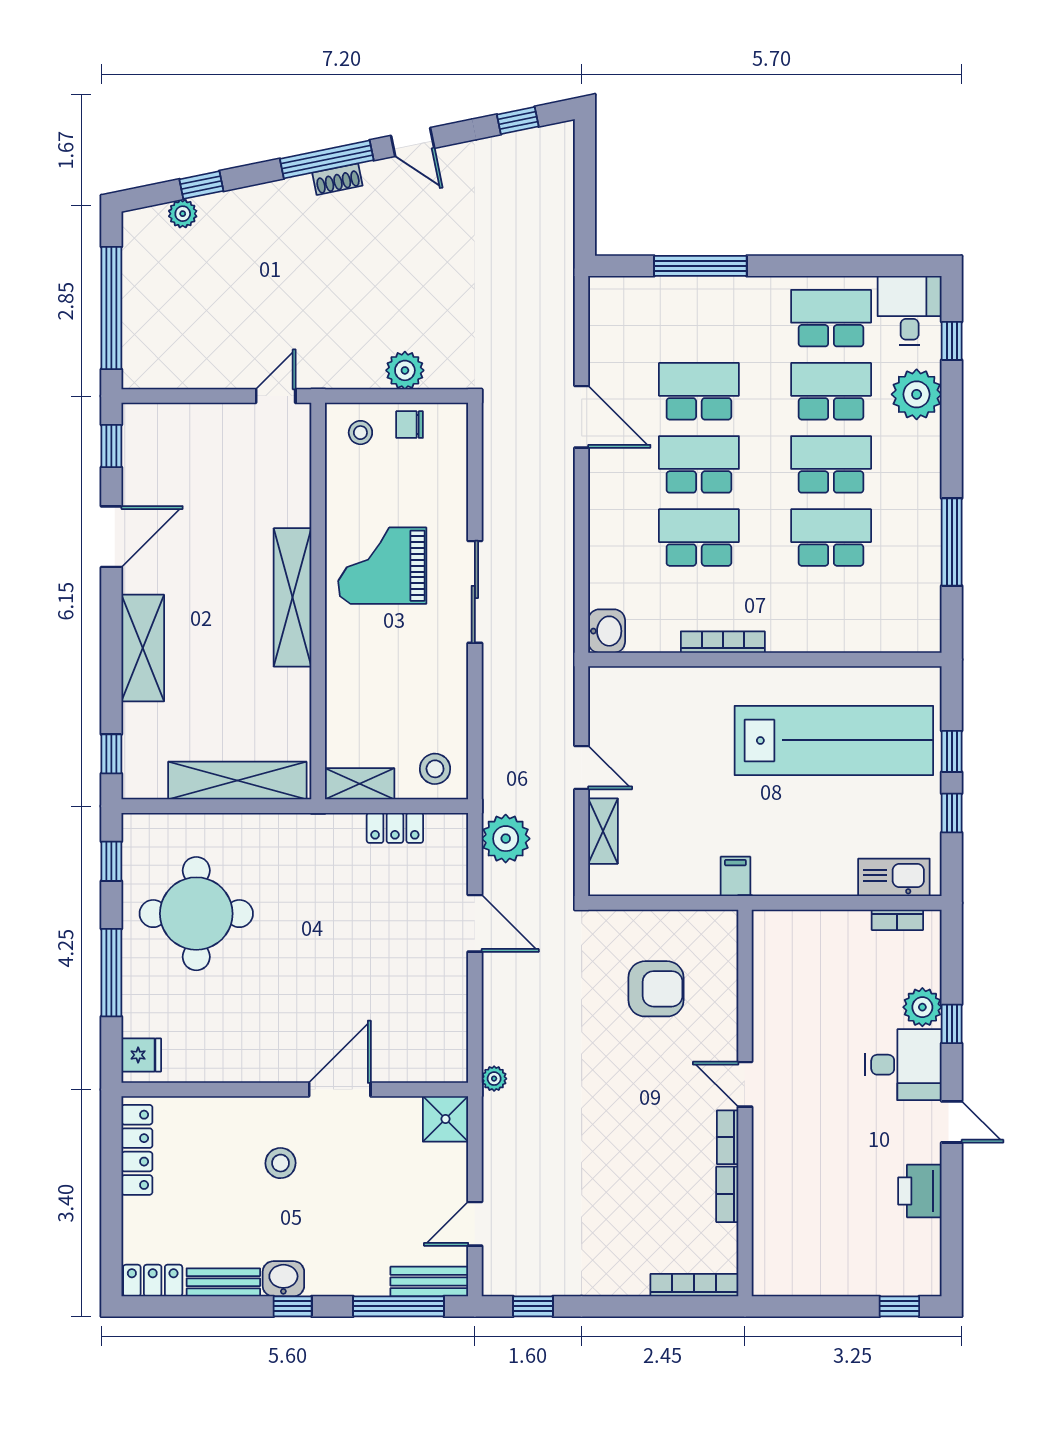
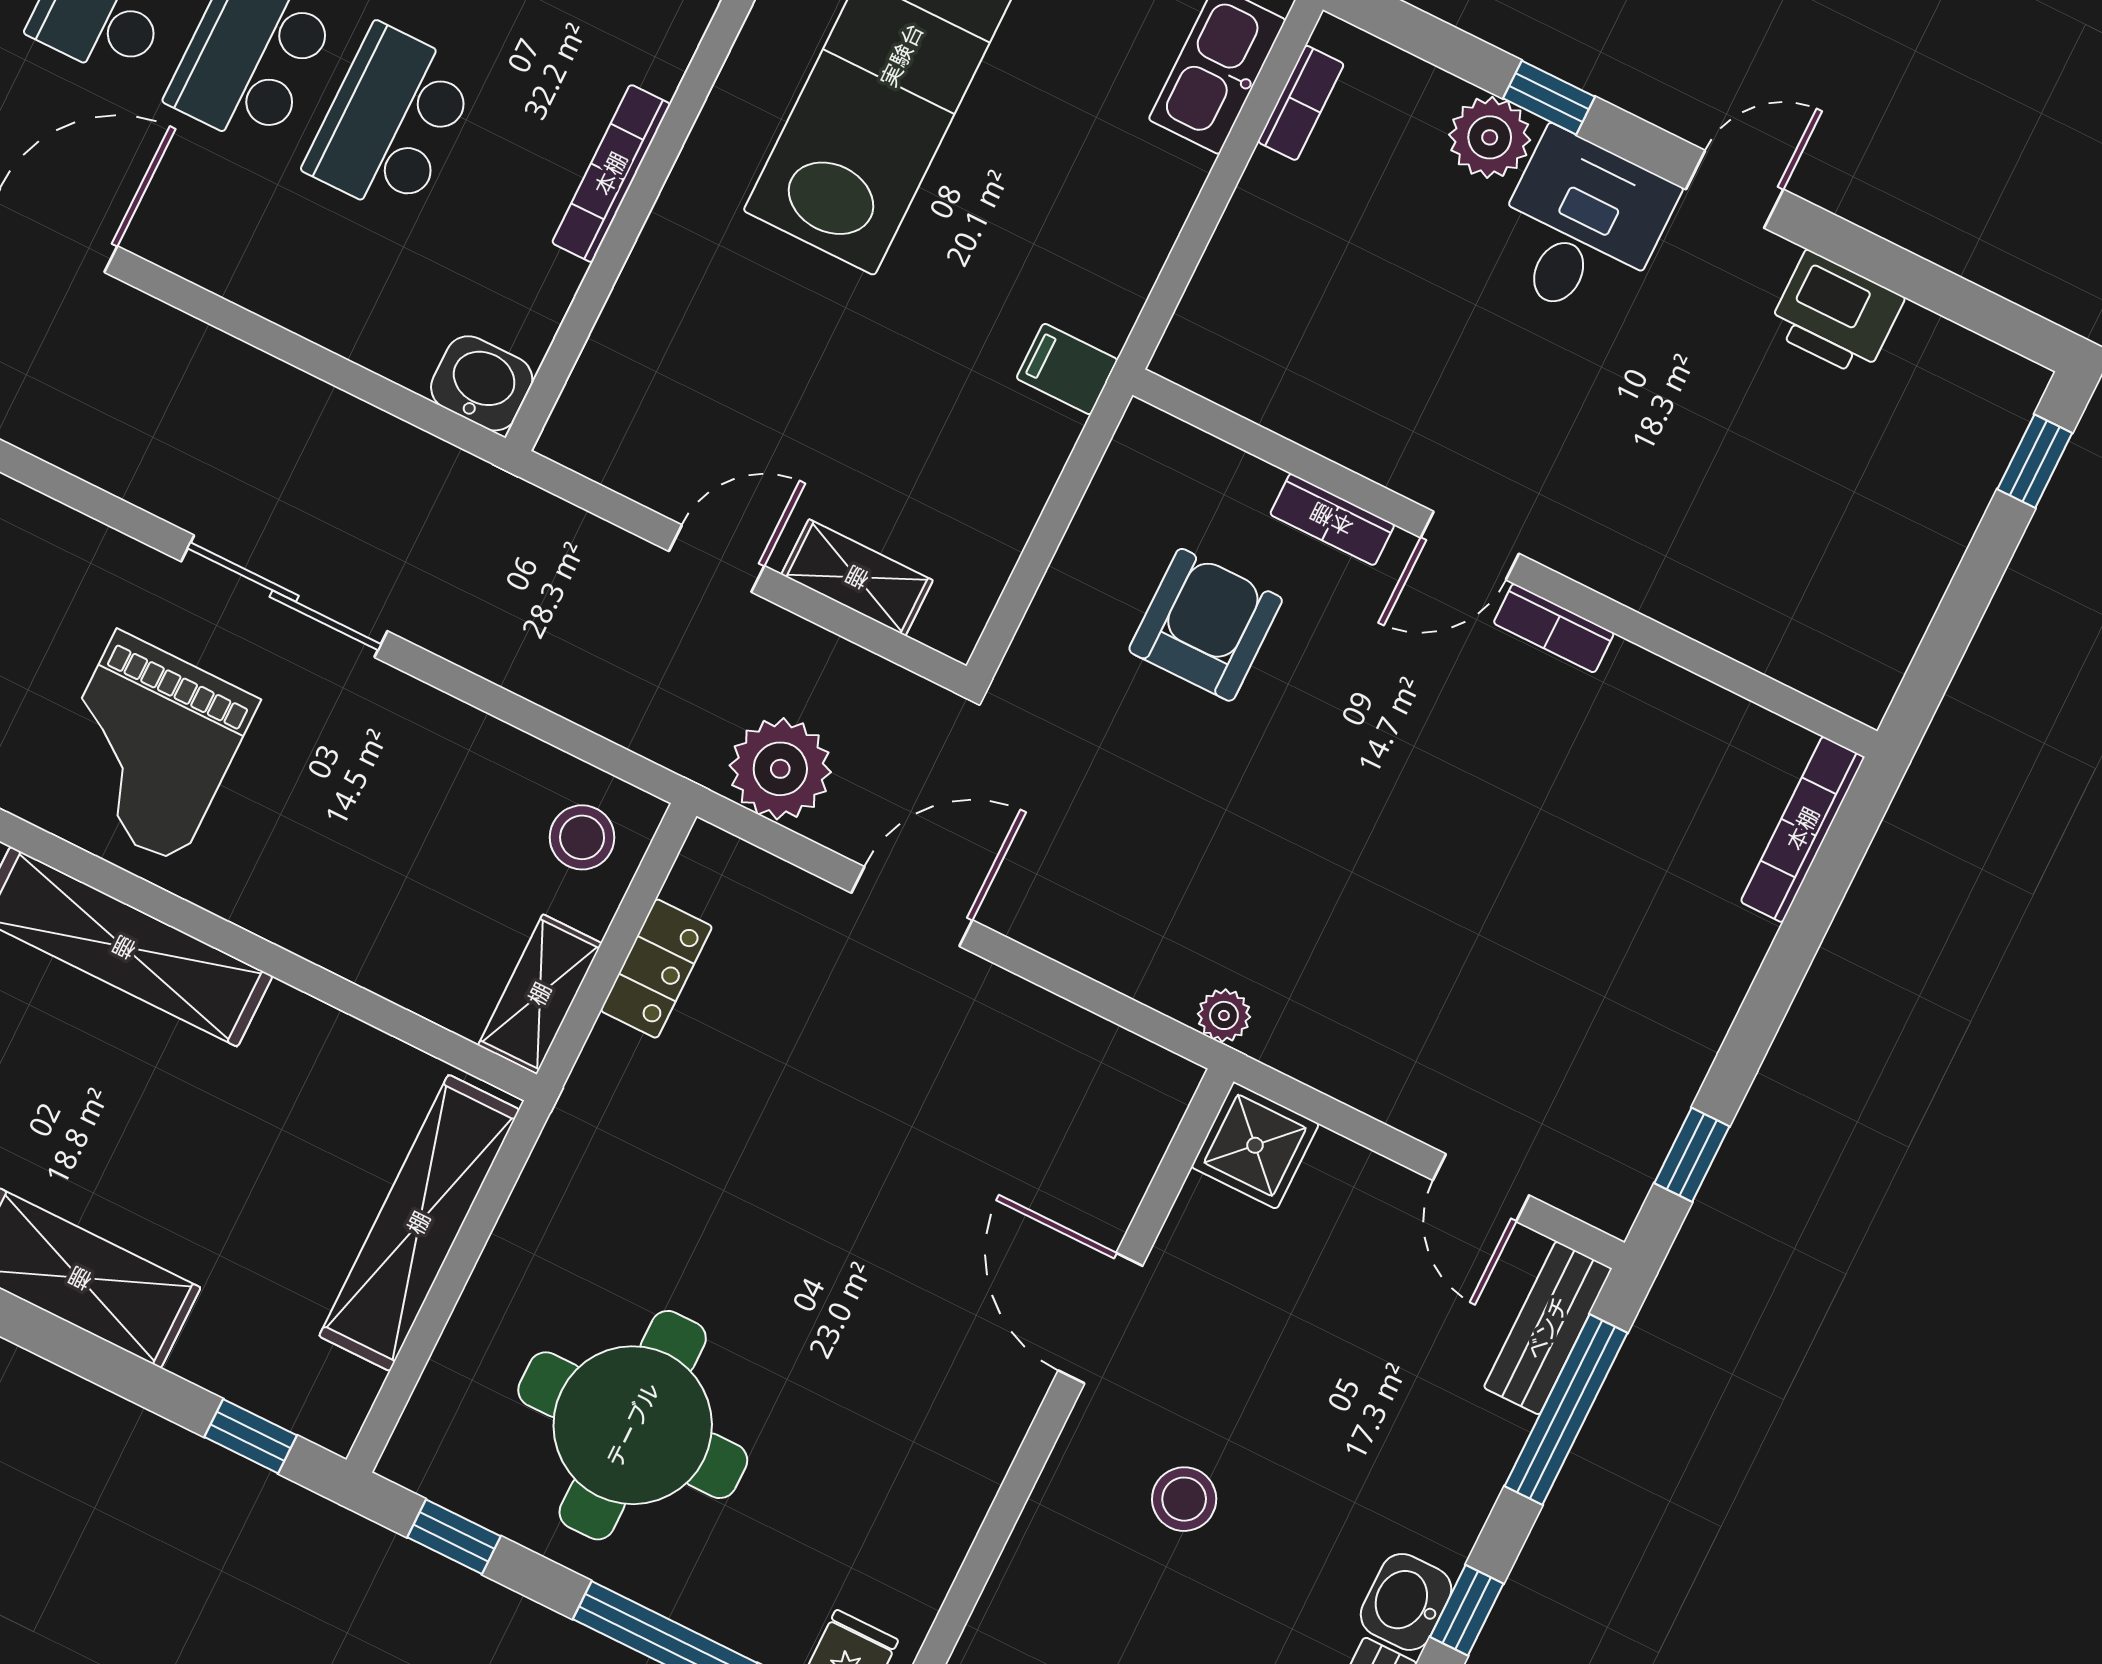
bookcase: (727, 1194) -> (1332, 519), moved

